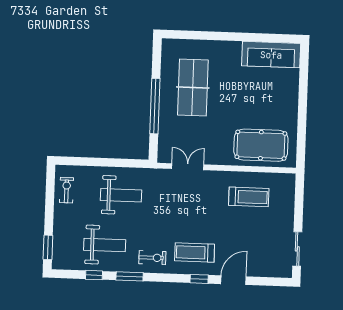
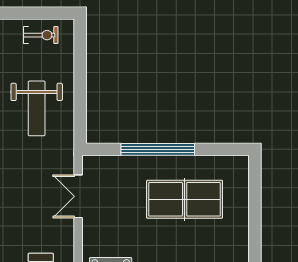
double door: (188, 167) -> (78, 196), swing flipped

